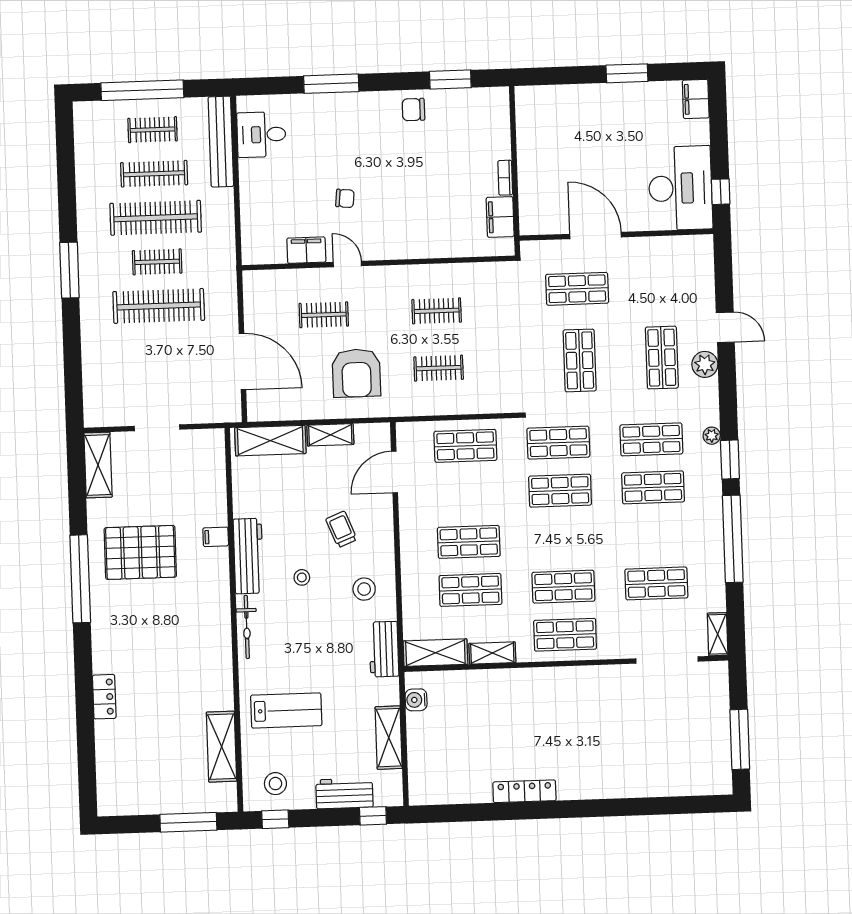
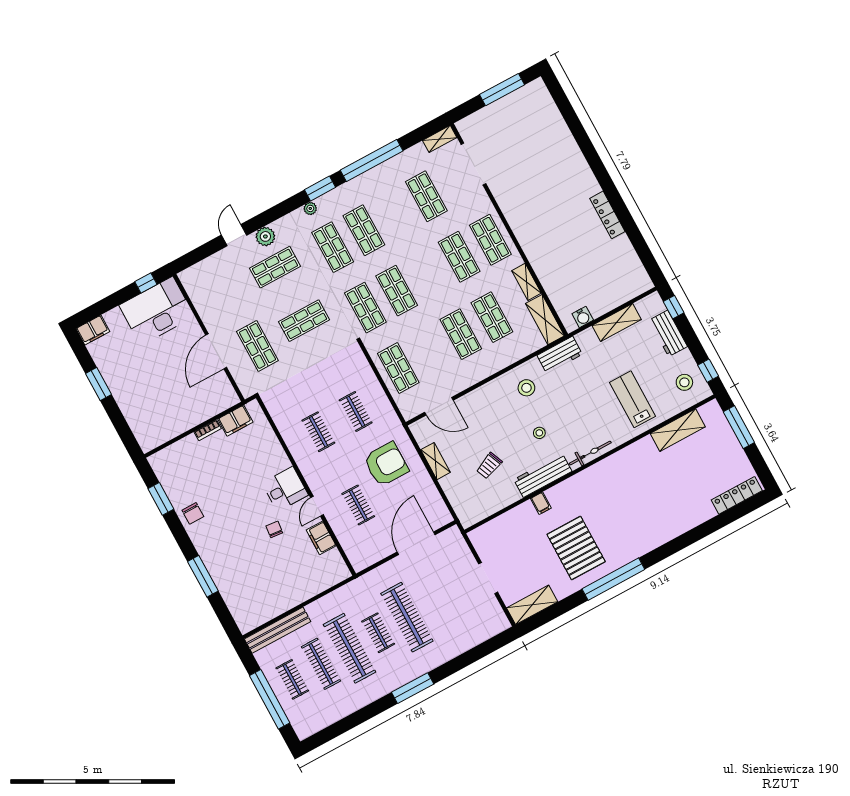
desk: (261, 135) -> (285, 489), moved, turned -90
shelving: (270, 441) -> (459, 499), removed
trolley: (341, 529) -> (489, 466), moved
locker: (104, 697) -> (737, 495), moved, width x1.53

